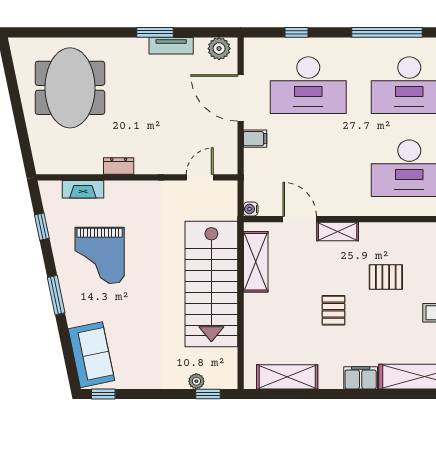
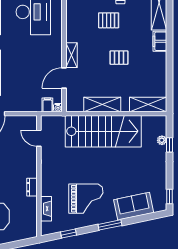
filing cabinet: (255, 139) -> (47, 105), moved
shelving: (256, 262) -> (102, 105), moved
pallet: (386, 277) -> (109, 20), moved, turned 90
sofa: (91, 355) -> (134, 206), moved
shelving: (287, 377) -> (148, 104), moved, turned 90
window: (208, 394) -> (169, 145), moved

